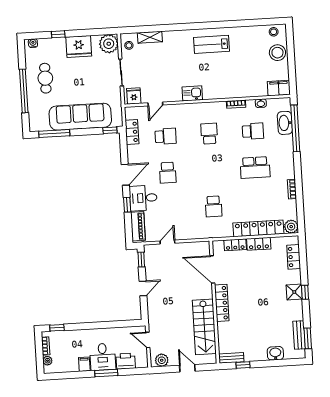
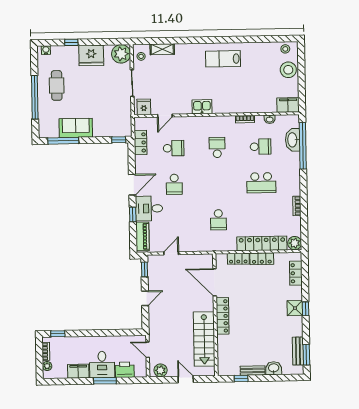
sofa: (80, 117) -> (76, 128), width x0.54, depth x0.79
bench: (231, 358) -> (253, 371), moved
filing cabinet: (84, 364) -> (78, 371), width x2.00

